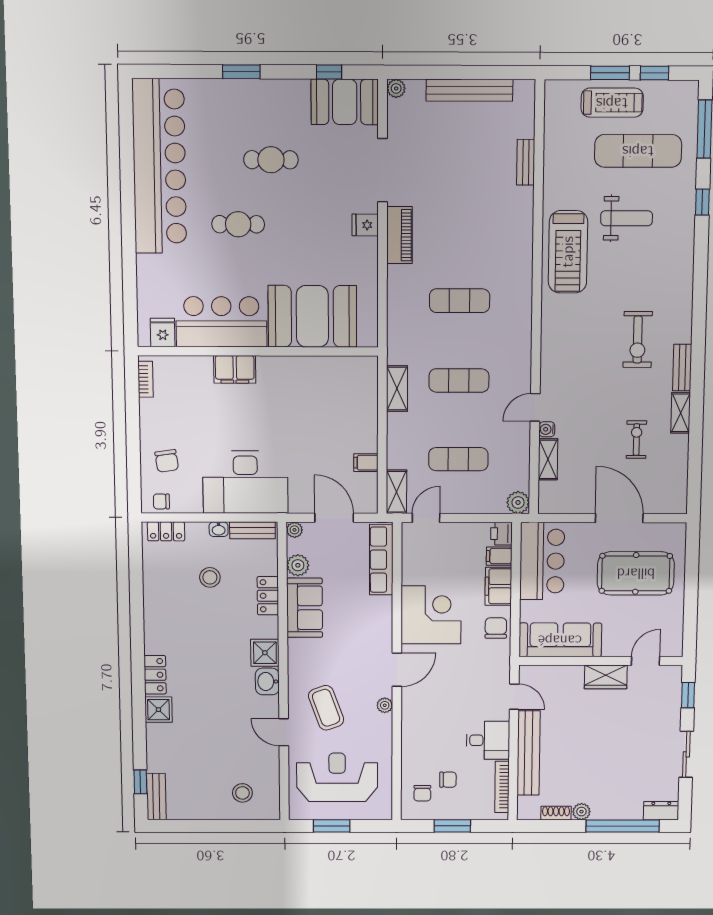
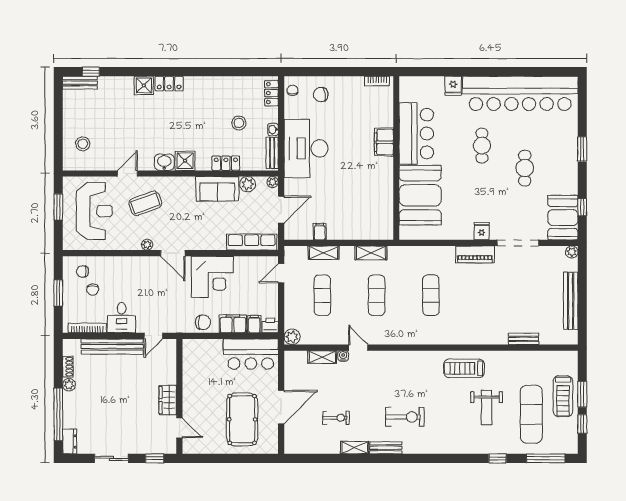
treadmill: (568, 252) -> (464, 368), width x0.73, depth x0.73
fridge: (163, 333) -> (453, 86), moved, turned 90
exercise bike: (638, 340) -> (405, 417), turned 180
shelving: (397, 492) -> (324, 253), moved
door: (426, 518) -> (281, 273), swing flipped
sofa: (560, 640) -> (195, 368), removed

